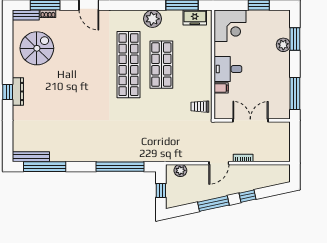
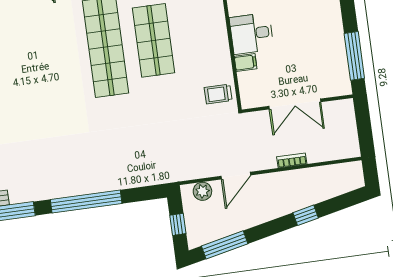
double door: (250, 120) -> (295, 104), swing flipped
door: (219, 163) -> (236, 176), moved
window: (120, 167) -> (86, 201), moved
window: (213, 204) -> (225, 245), moved

